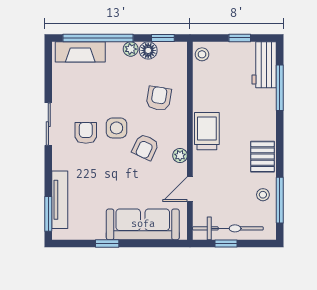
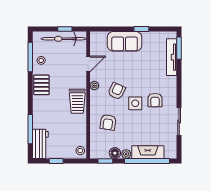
fireplace: (80, 52) -> (148, 152), moved
sliding door: (48, 124) -> (179, 121), moved
sofa: (143, 224) -> (125, 41), width x0.73

